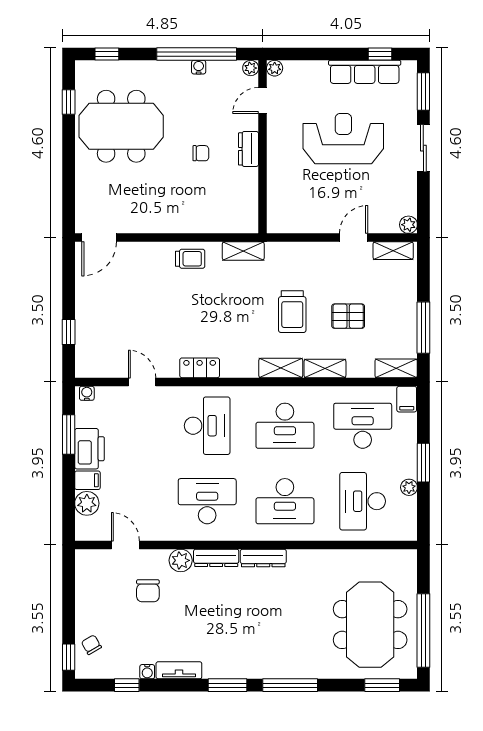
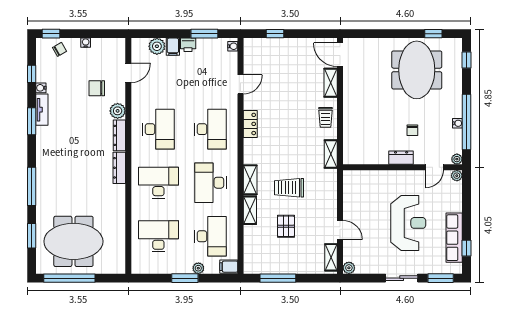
door: (263, 101) -> (434, 167), swing flipped
chair: (201, 153) -> (412, 130), moved
shelving: (396, 368) -> (331, 83), moved
desk: (207, 426) -> (210, 129), turned -90
printer: (89, 449) -> (188, 45), width x0.53, depth x0.68
plant: (409, 487) -> (198, 268), moved
desk: (285, 501) -> (158, 183), turned 90
water cooler: (82, 607) -> (86, 43), added
window: (227, 685) -> (32, 121), moved
window: (382, 685) -> (32, 236), moved

